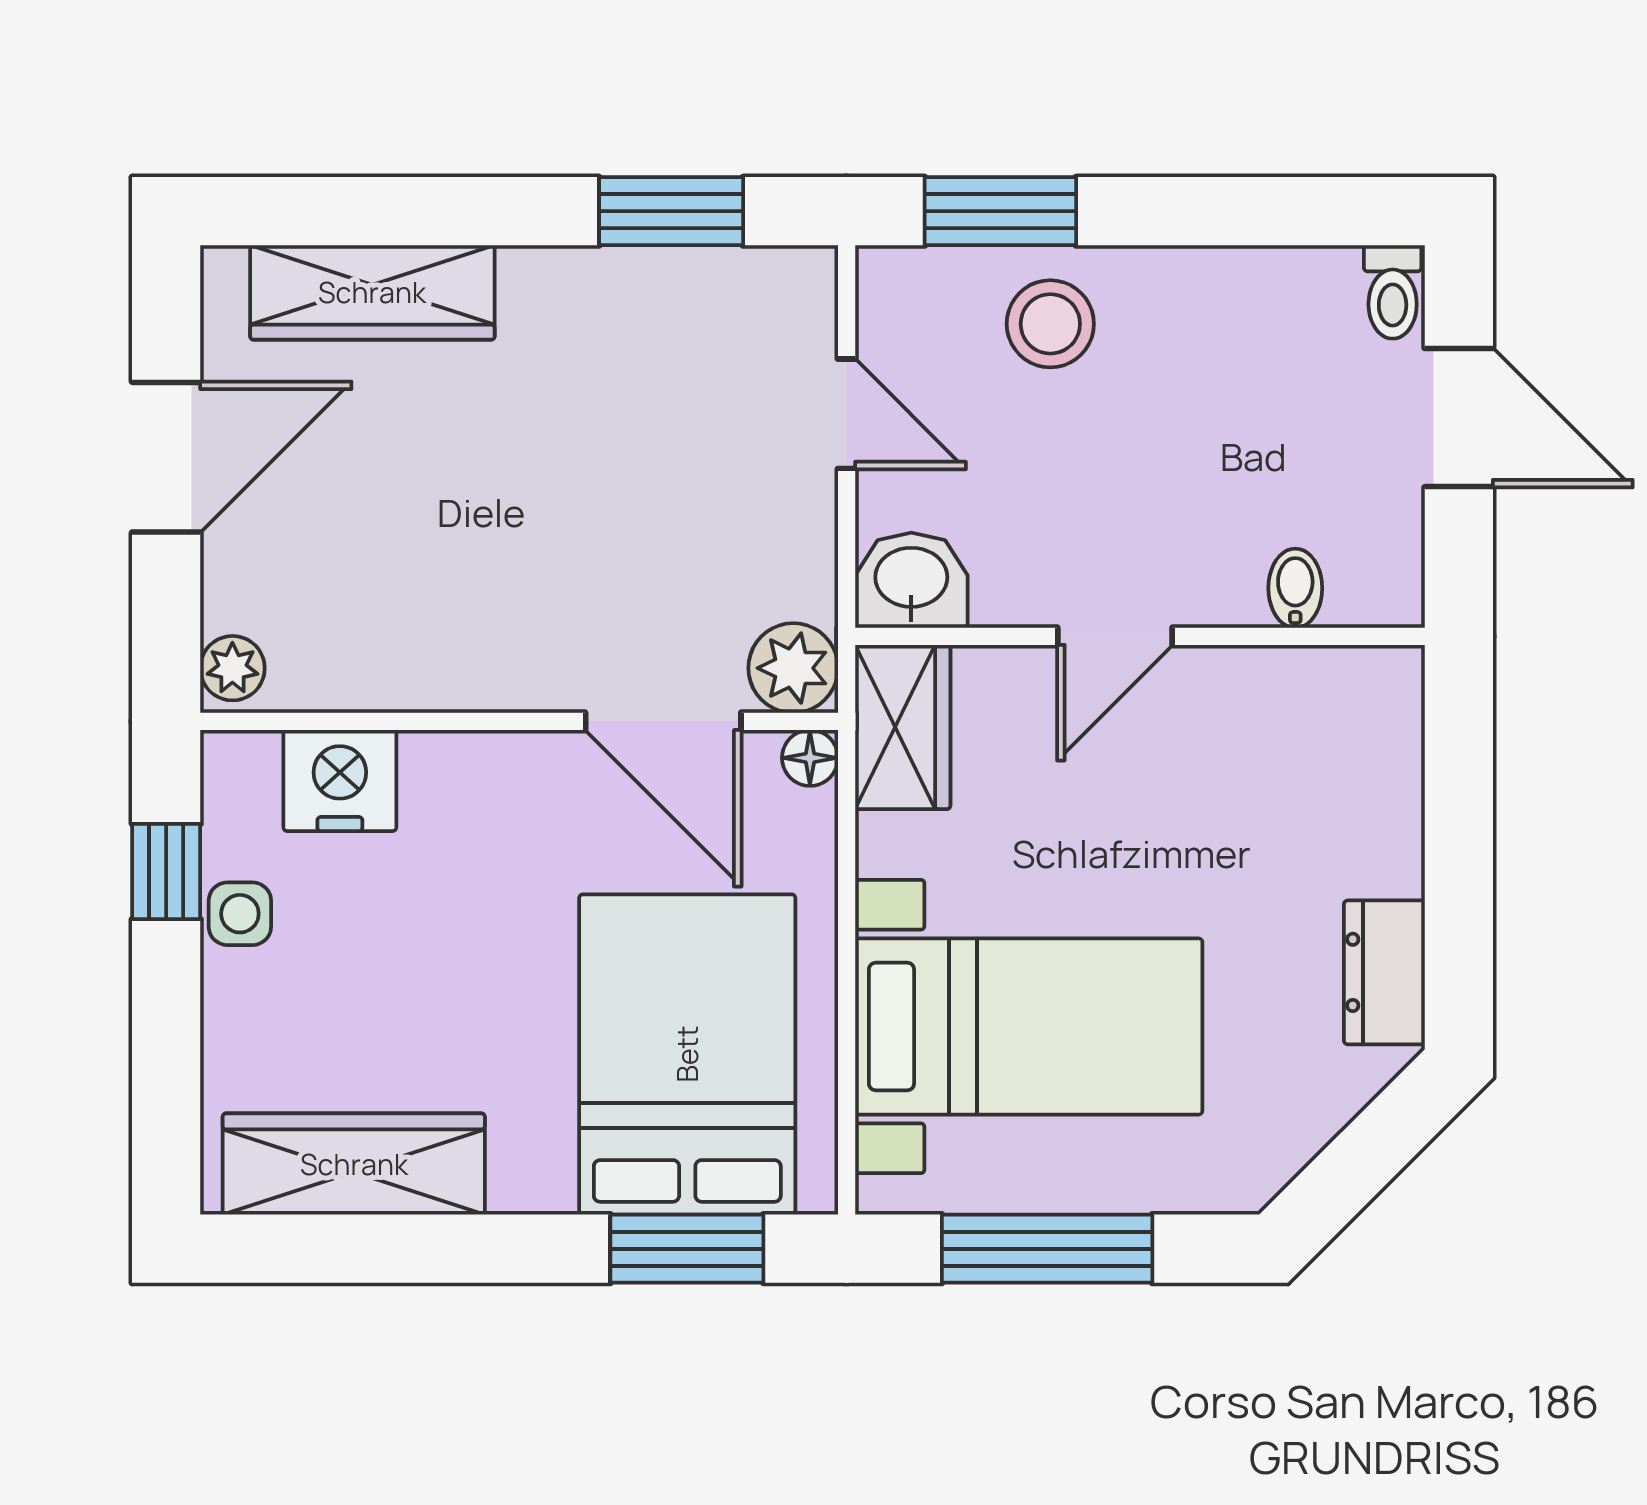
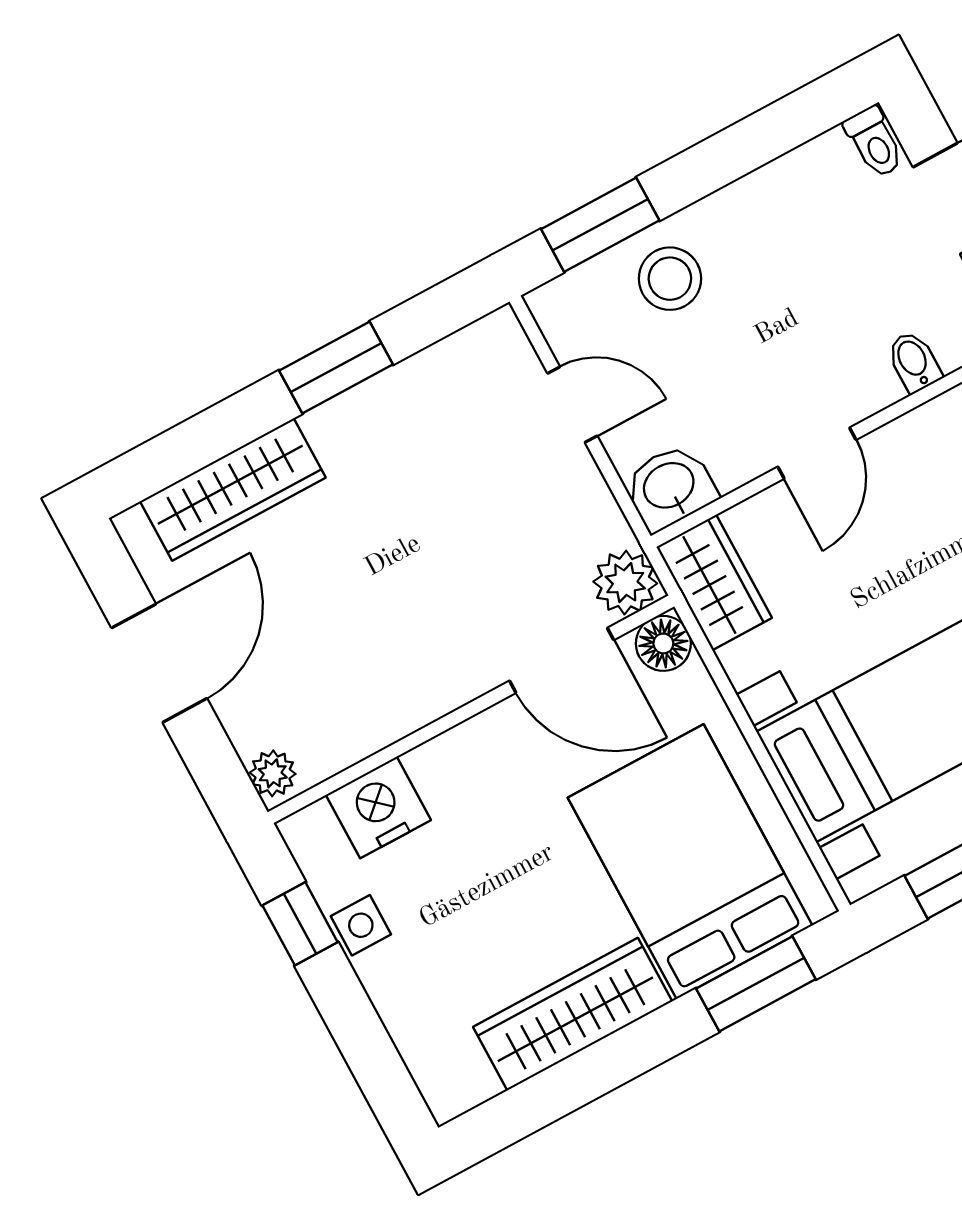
window: (671, 211) -> (336, 368), moved
floor lamp: (810, 758) -> (663, 643), width x1.37, depth x1.37
wardrobe: (354, 1164) -> (573, 1014), moved

